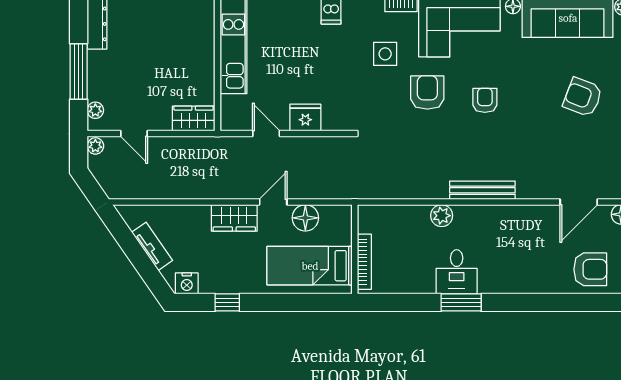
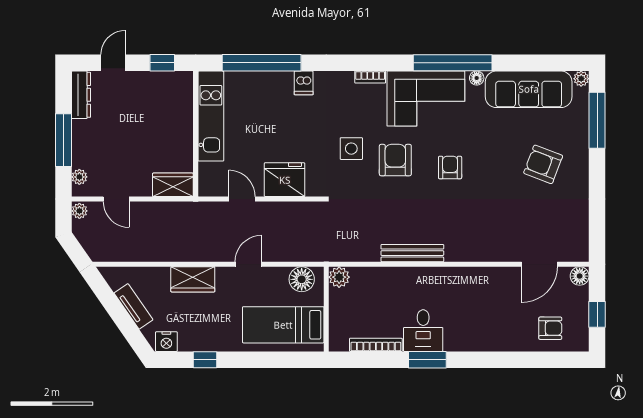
side table: (385, 54) -> (351, 149), moved
fridge: (305, 118) -> (285, 180), width x1.36, depth x1.34
bench: (482, 190) -> (412, 253), moved
plant: (442, 216) -> (339, 277), moved
wardrobe: (234, 218) -> (193, 279), moved
floor lamp: (305, 218) -> (302, 279), moved
bookcase: (364, 262) -> (376, 345), moved, turned -90
armchair: (590, 269) -> (550, 328), width x0.72, depth x0.72

